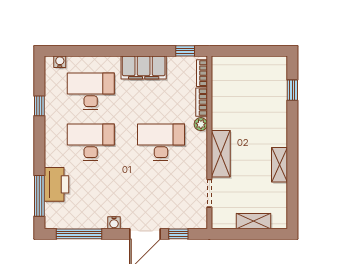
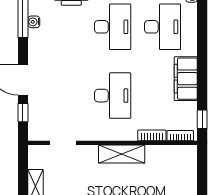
plant: (201, 124) -> (130, 135), removed
shelving: (221, 154) -> (122, 154), moved
water cooler: (114, 223) -> (34, 22), moved

